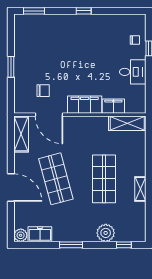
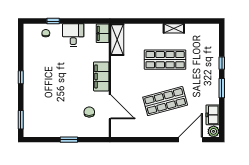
filing cabinet: (113, 106) -> (103, 33), moved
door: (49, 115) -> (110, 107), hinge flipped
shelving: (21, 134) -> (127, 131), removed
door: (11, 188) -> (190, 140), moved
plant: (106, 233) -> (212, 58), removed
window: (124, 245) -> (222, 63), moved

